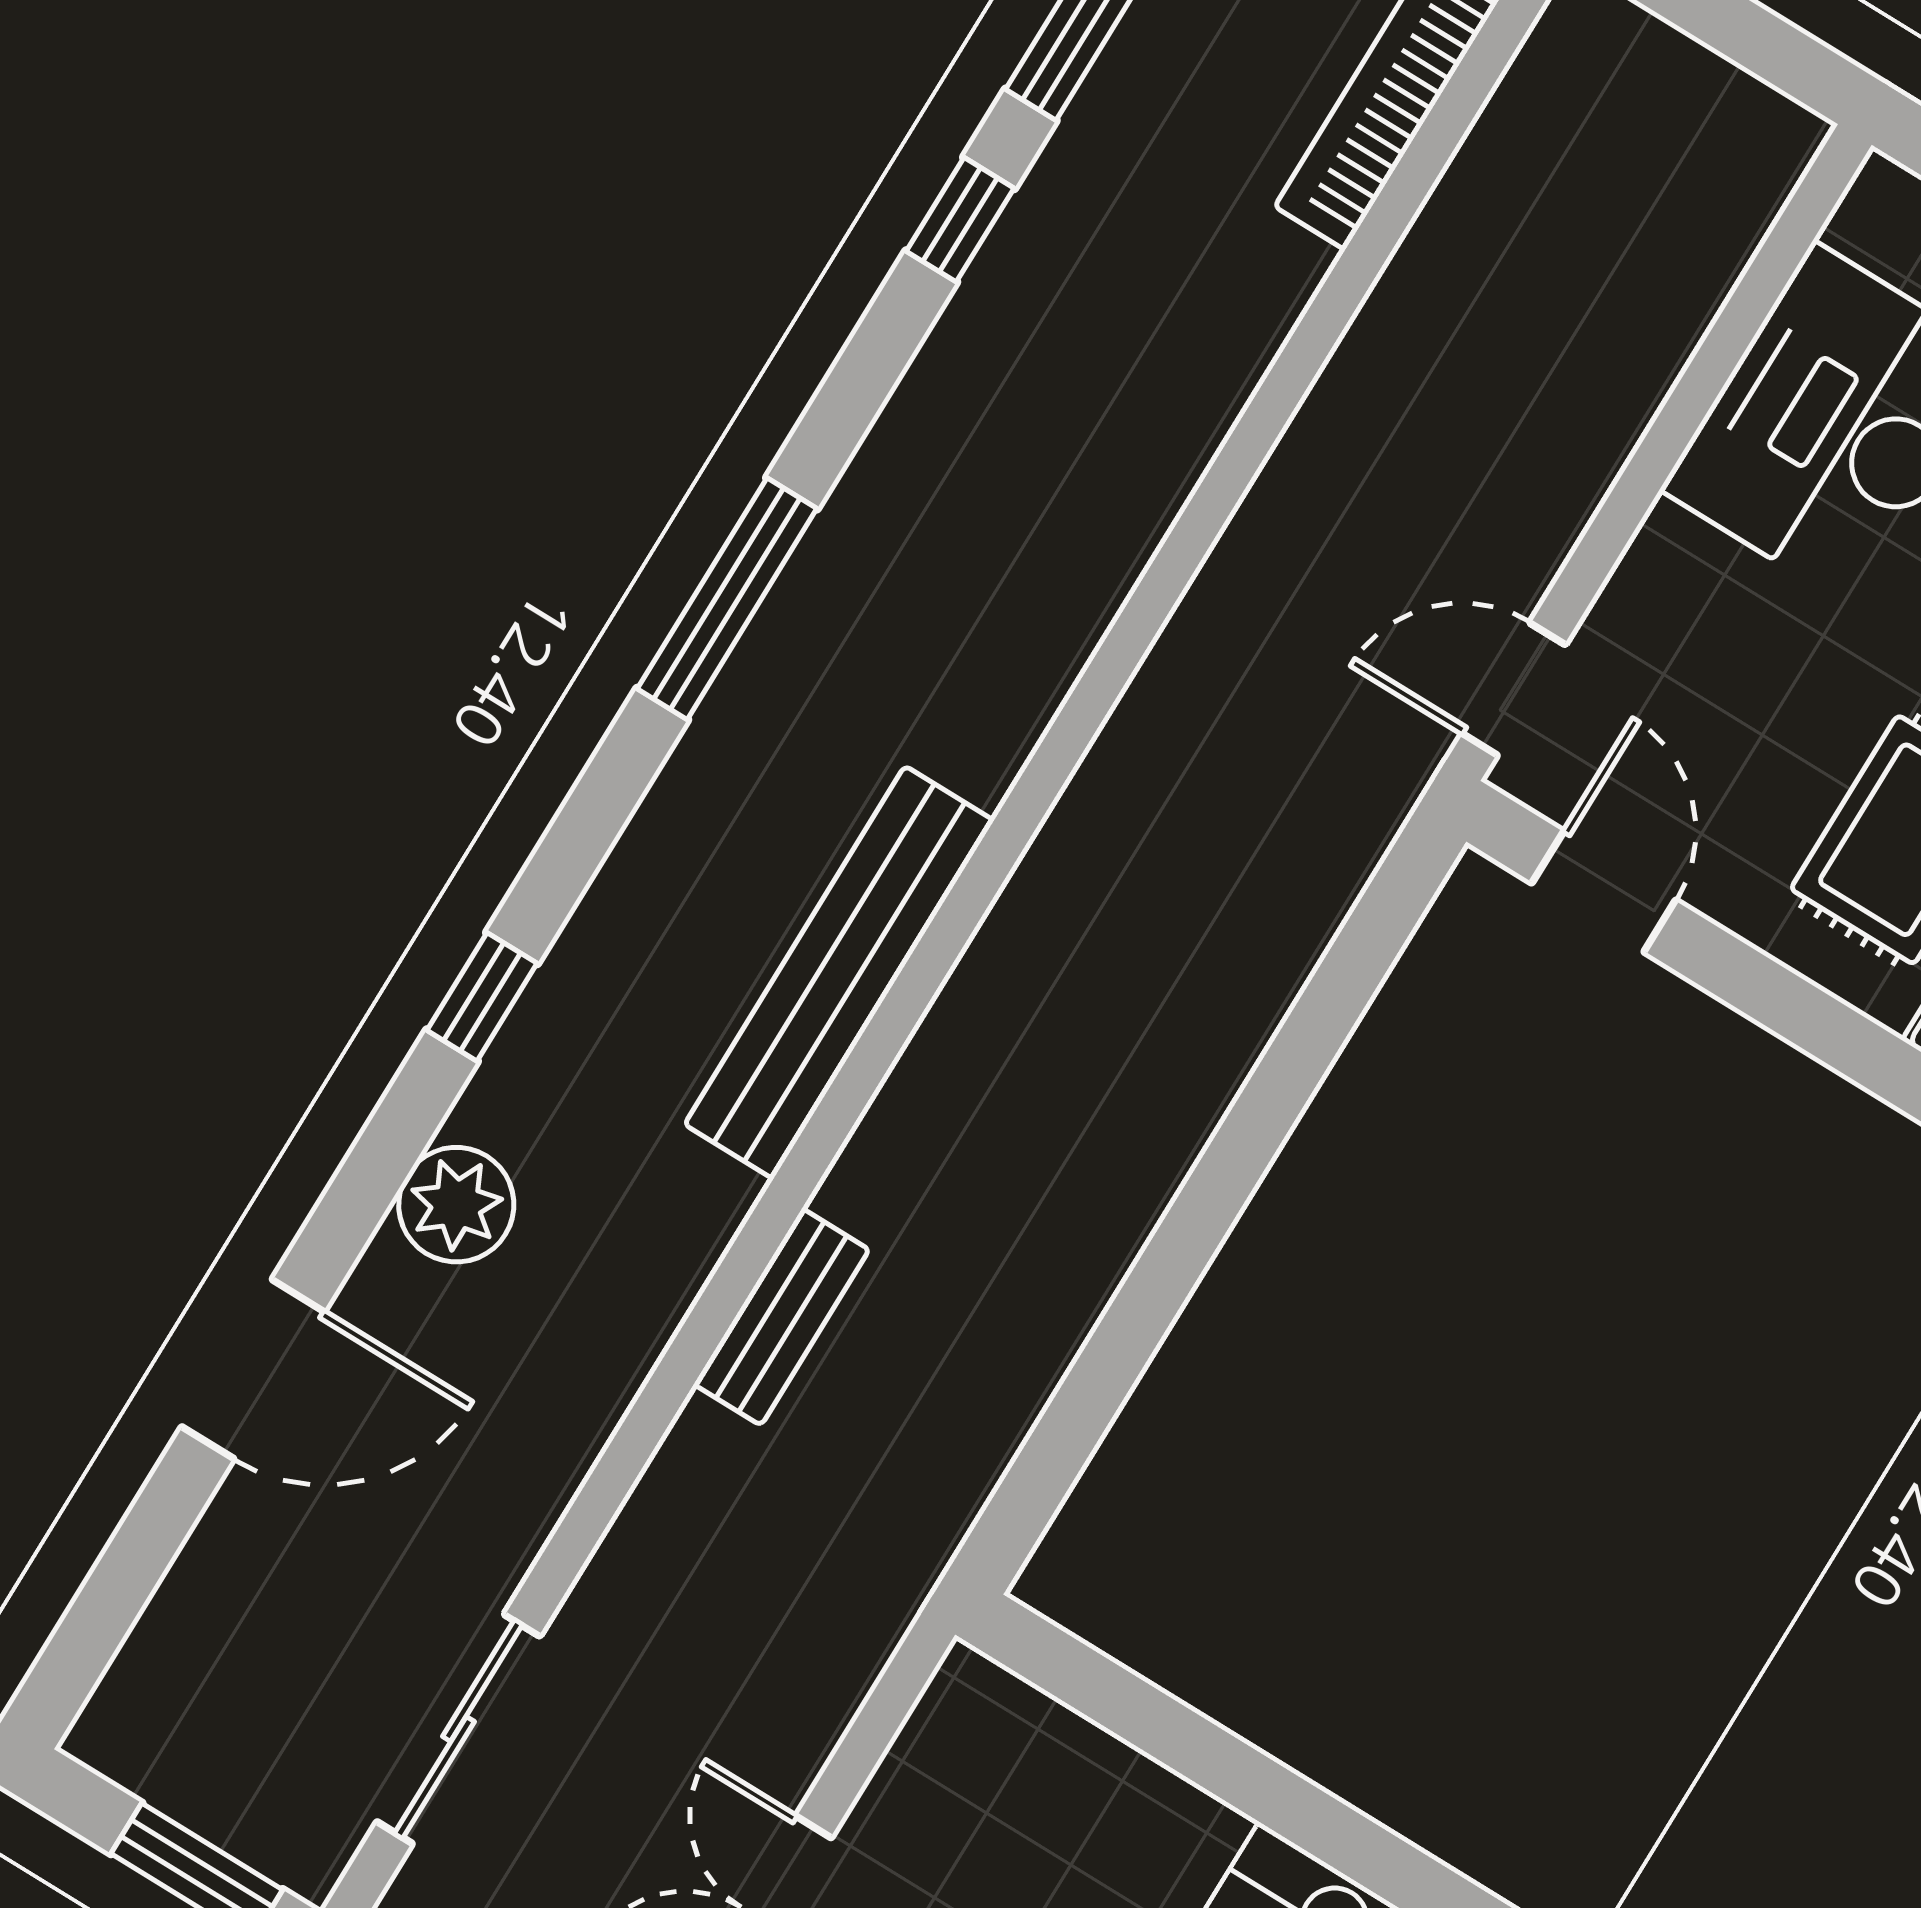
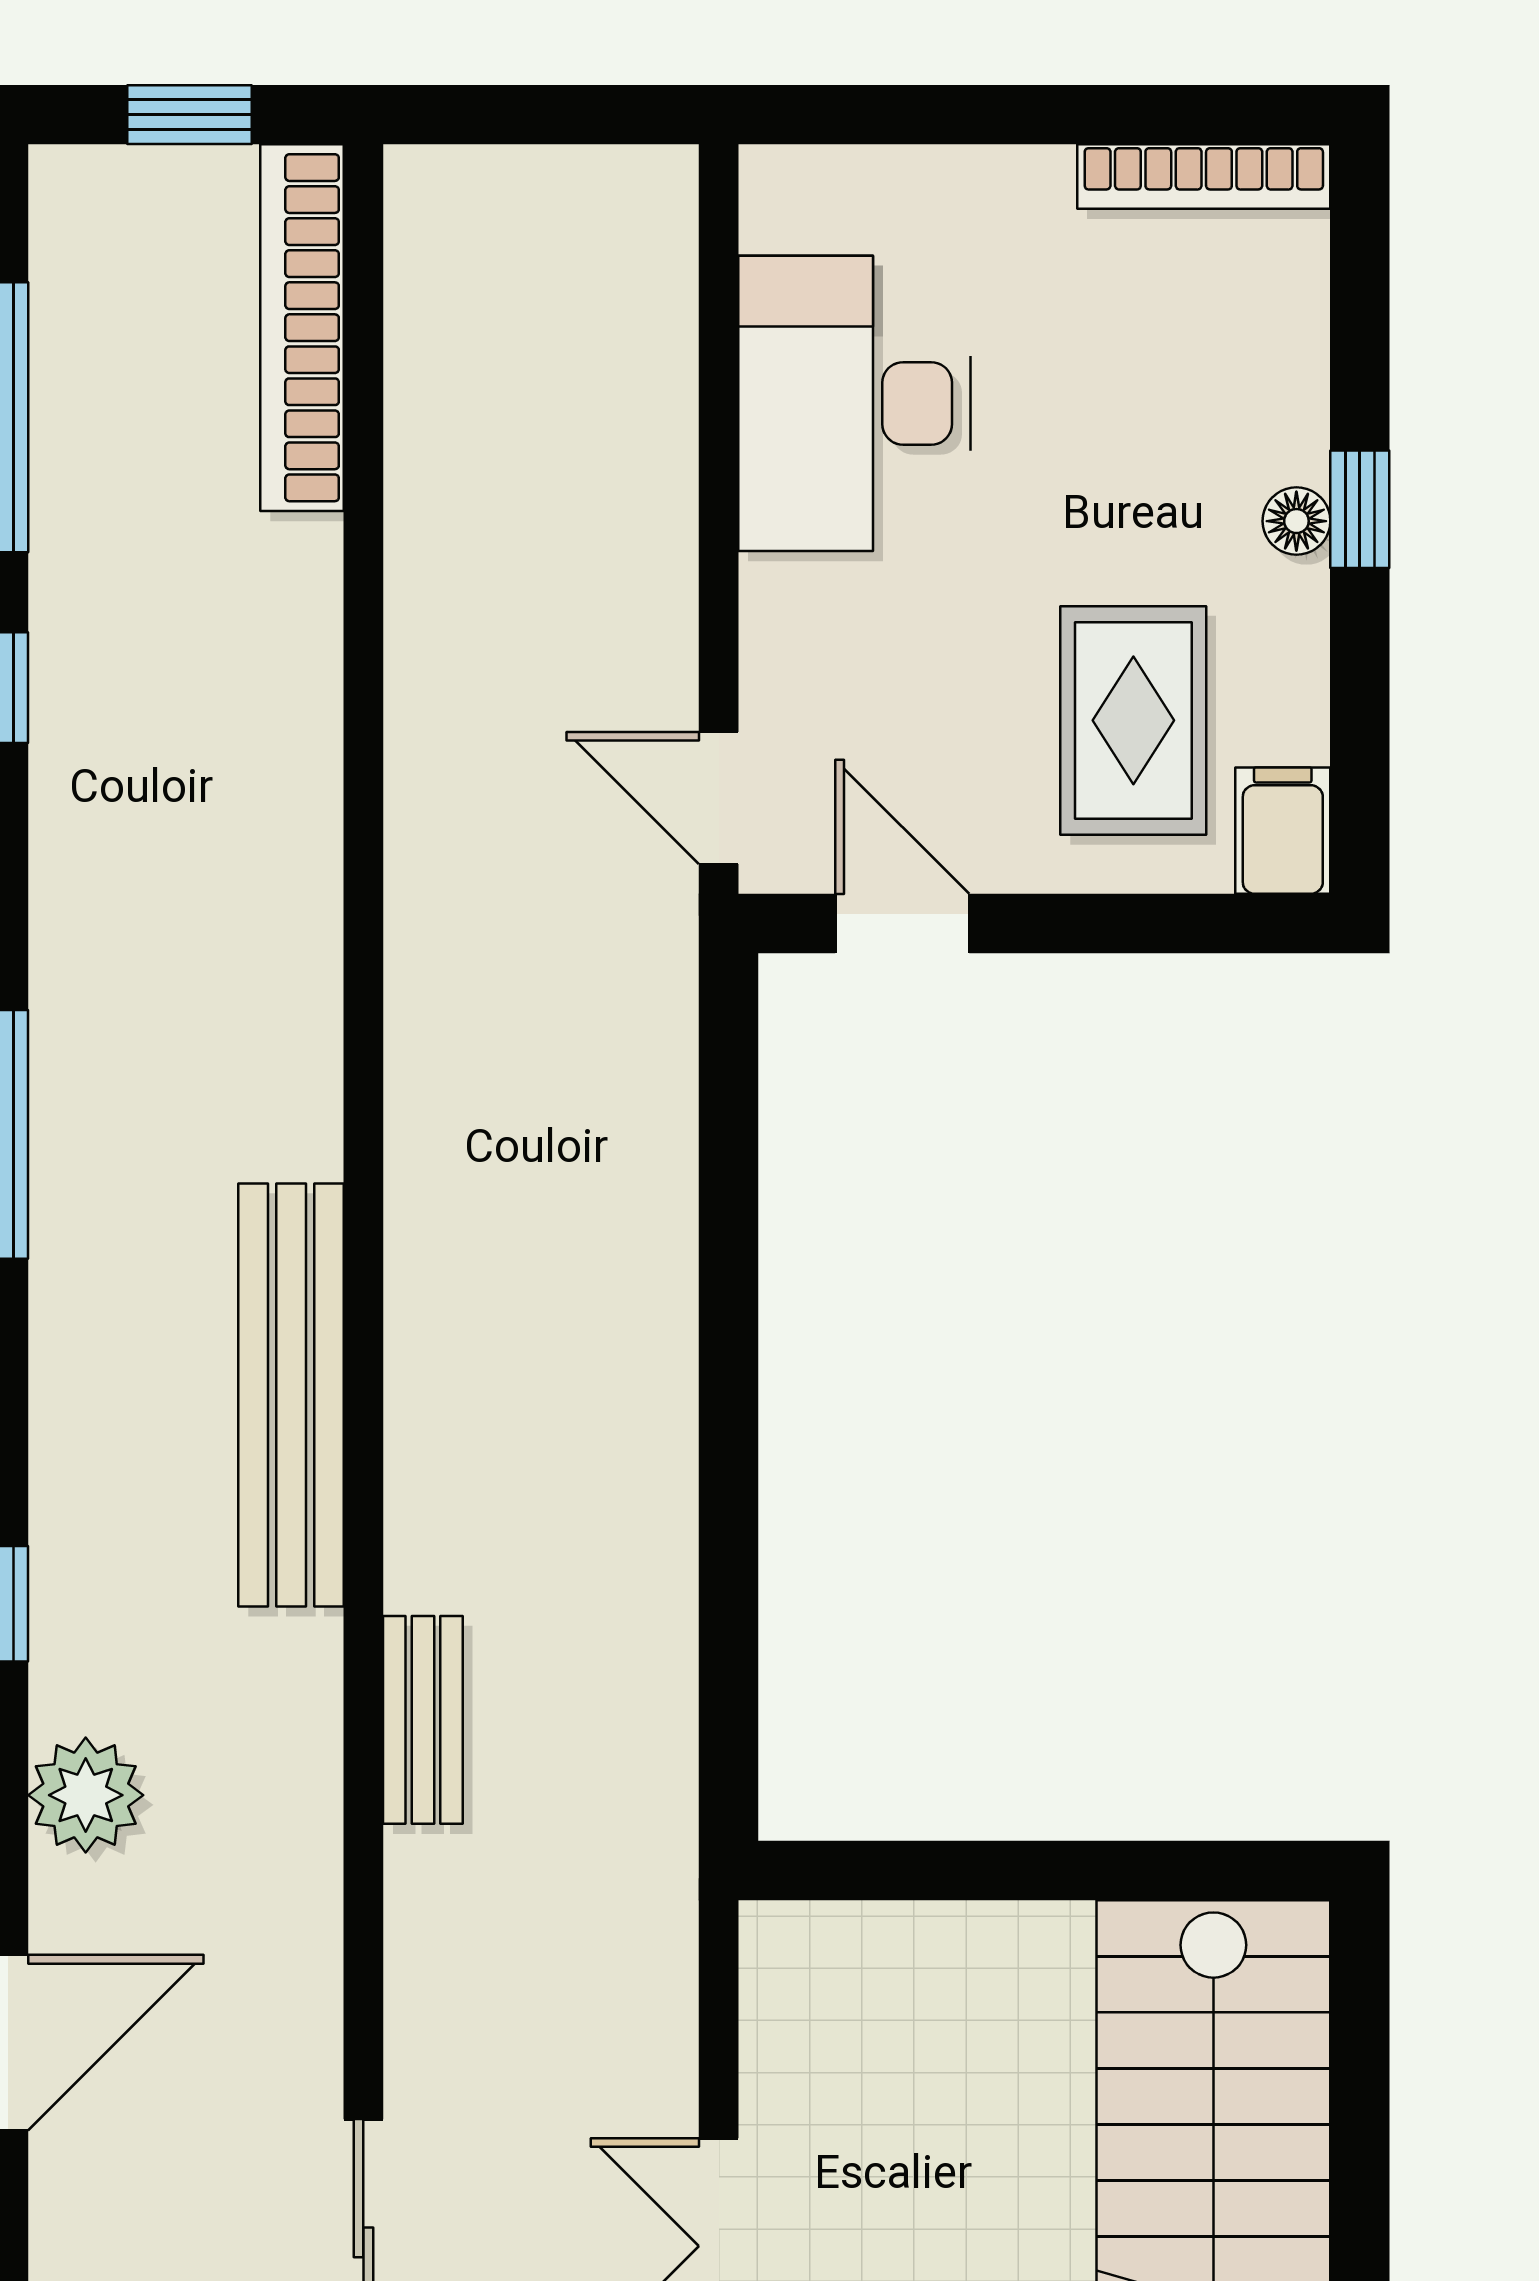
door: (1514, 689) -> (719, 798), hinge flipped

